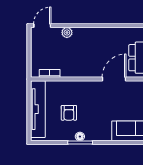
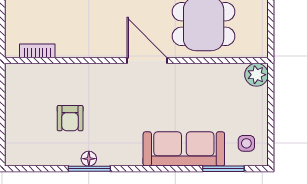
door: (114, 79) -> (147, 61), hinge flipped
tv unit: (38, 109) -> (17, 112), removed

